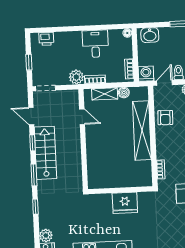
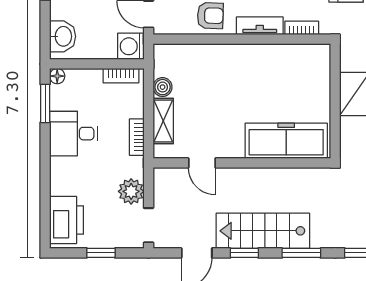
window: (112, 27) -> (45, 103), added
printer: (46, 39) -> (66, 220), width x1.87, depth x1.48
plant: (76, 77) -> (131, 191), moved
door: (82, 117) -> (202, 163), swing flipped
shelving: (142, 130) -> (231, 58), removed
tv unit: (161, 146) -> (260, 26), added
freezer: (97, 164) -> (286, 141), added

